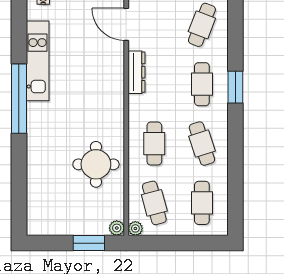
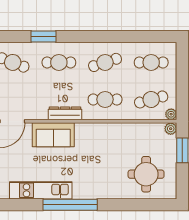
dresser: (136, 72) -> (65, 113), moved
sofa: (109, 77) -> (53, 135), added
window: (235, 87) -> (44, 36), moved
round table: (96, 164) -> (146, 174), moved

